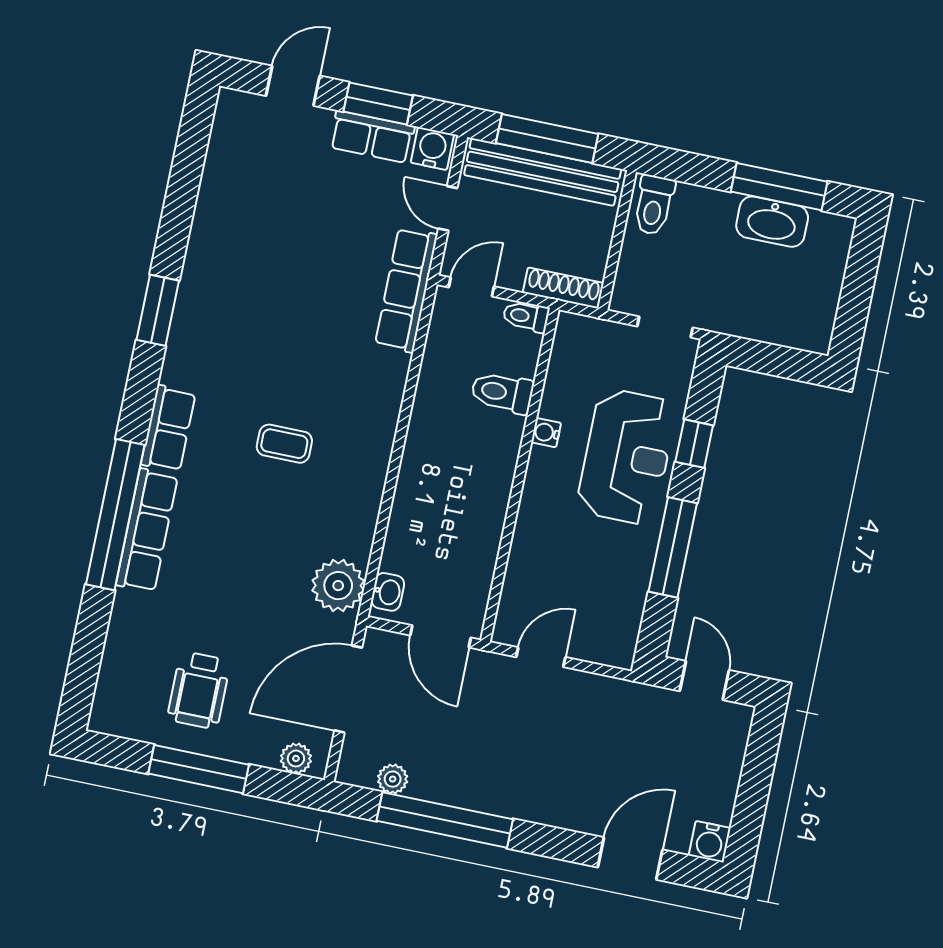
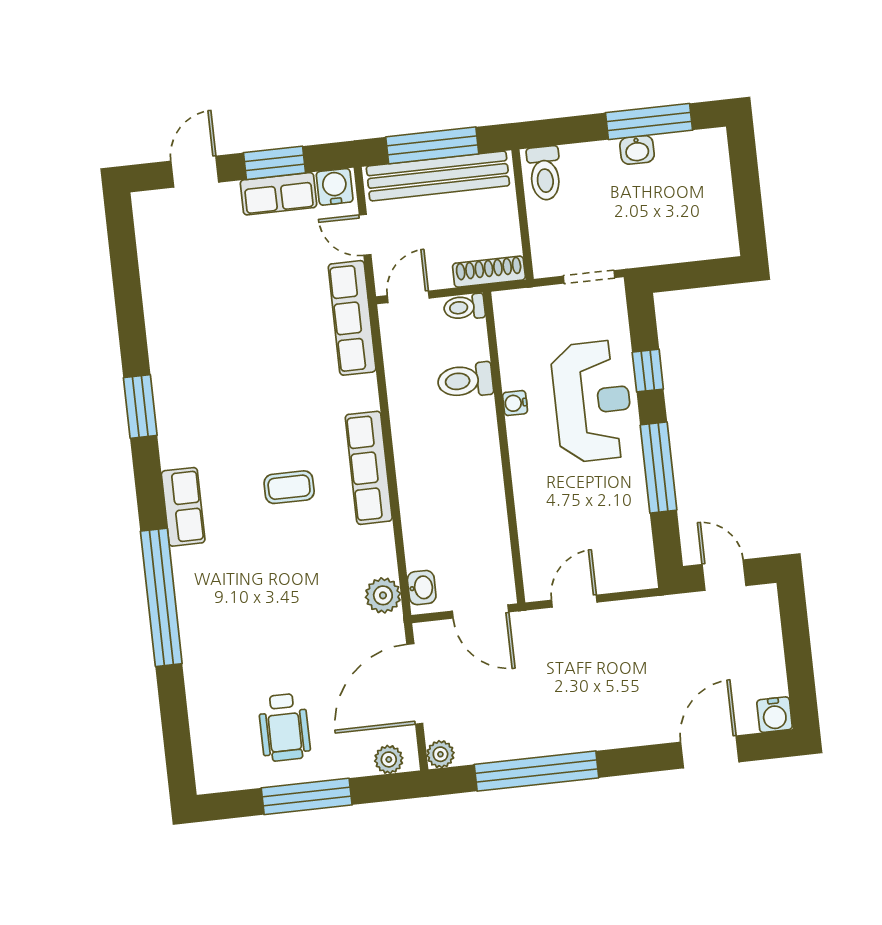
washbasin: (772, 222) -> (637, 150), width x0.52, depth x0.69
row of seats: (147, 530) -> (369, 468), moved, turned 180
plant: (338, 586) -> (383, 595), width x0.73, depth x0.73
plant: (393, 779) -> (440, 754), moved

